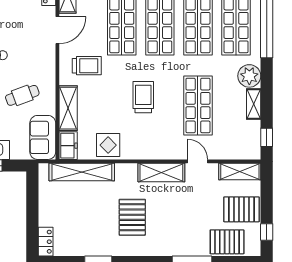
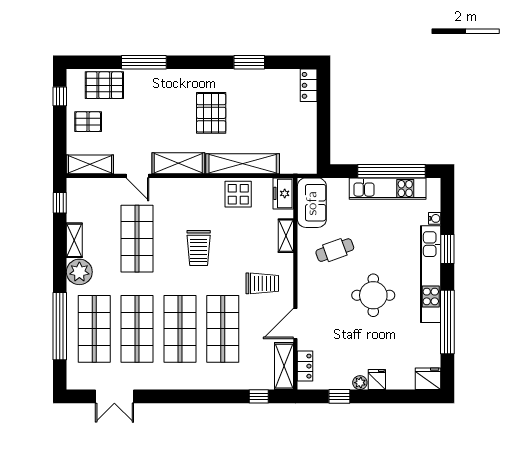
trolley: (87, 66) -> (262, 283), turned 180
shelving: (68, 108) -> (286, 236), width x0.67, depth x0.75
shelving: (82, 172) -> (243, 164), moved
pallet: (241, 209) -> (88, 122), width x0.67, depth x0.71

